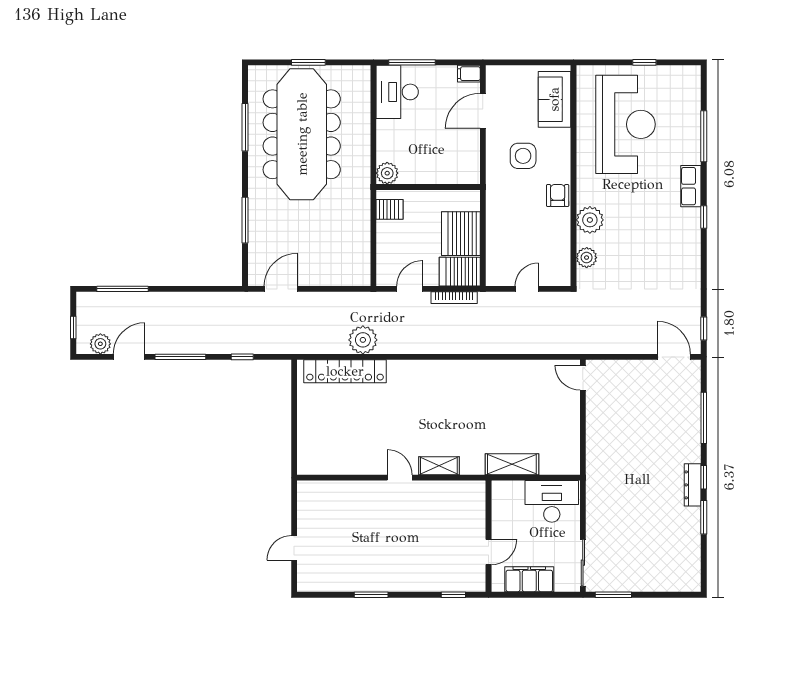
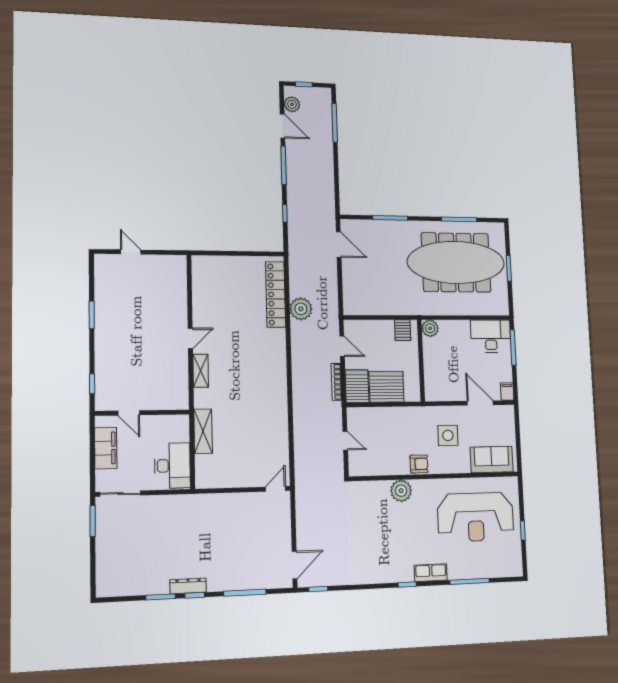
plant: (587, 258) -> (372, 489), removed

